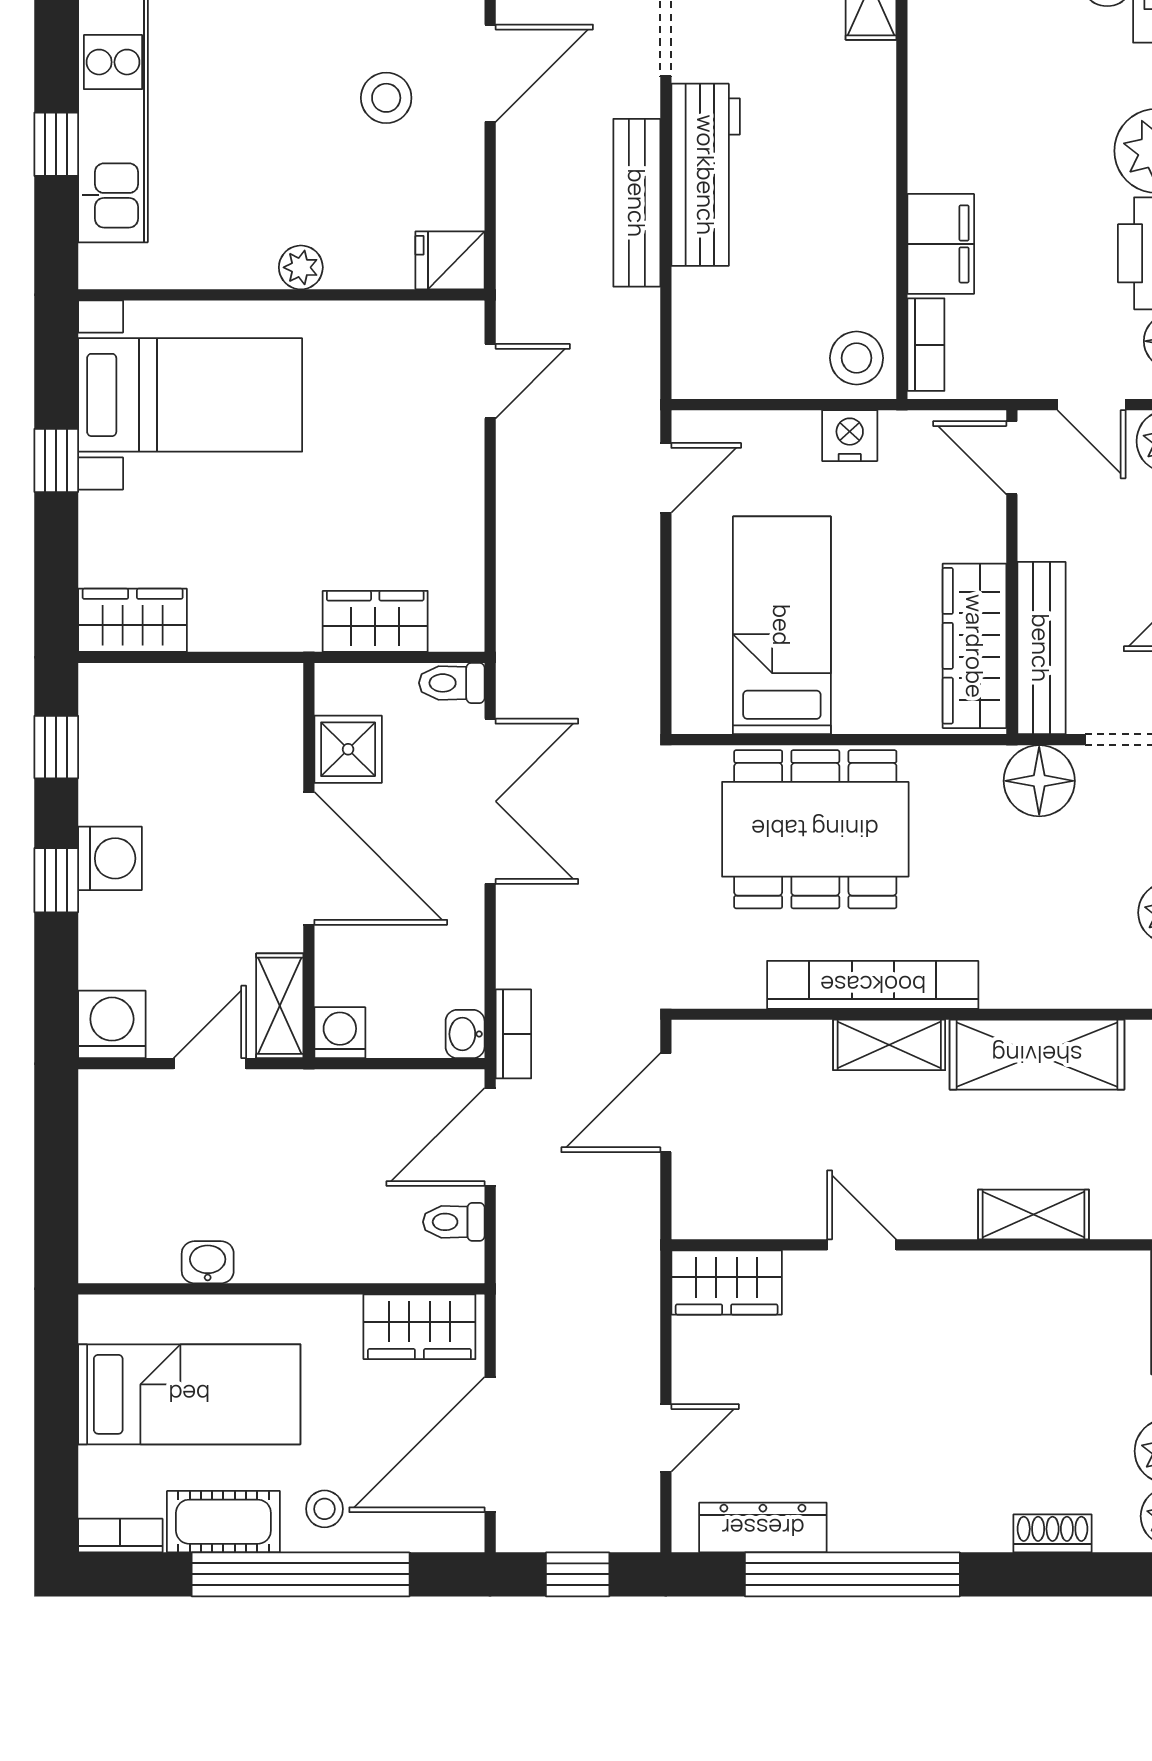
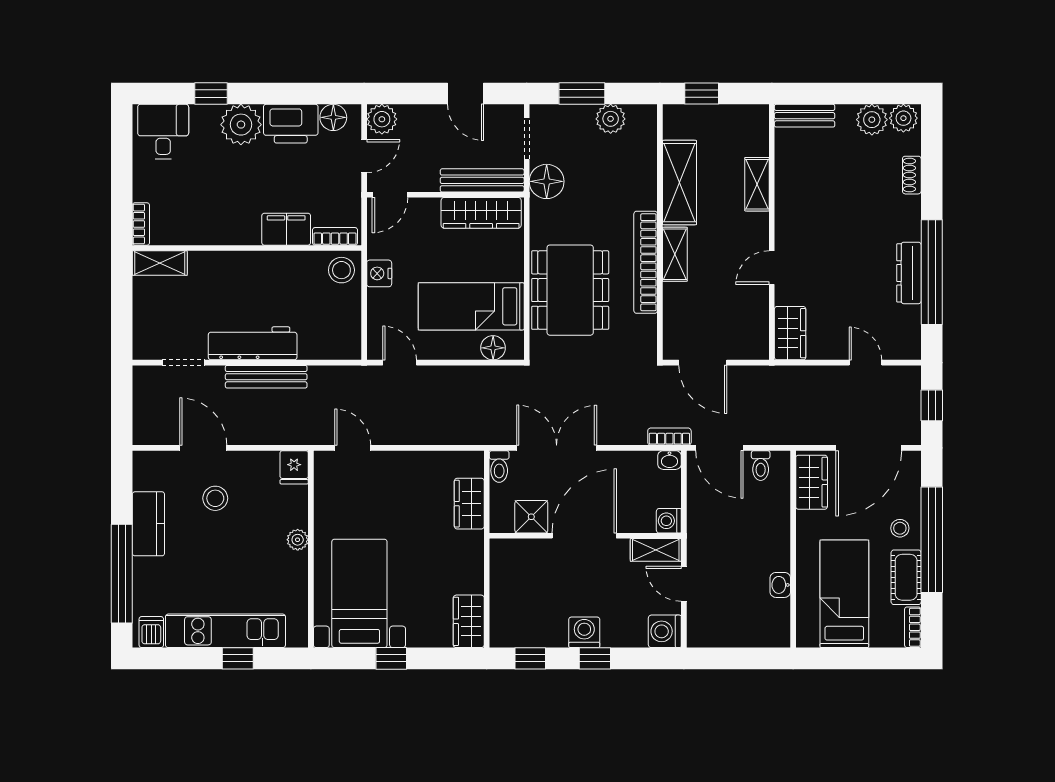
floor lamp: (696, 670) -> (493, 348), added
door: (490, 1445) -> (869, 448), hinge flipped
dresser: (763, 1528) -> (909, 273), moved

